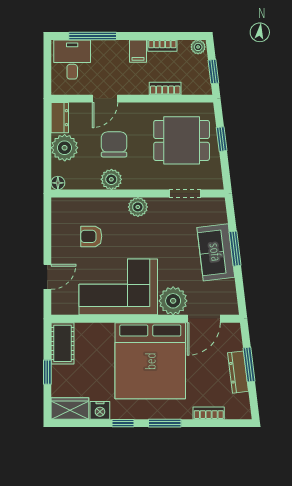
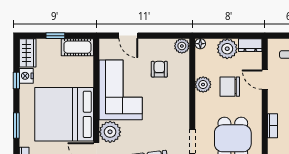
chair: (114, 144) -> (230, 87), turned 180
plant: (138, 207) -> (182, 46), moved
window: (123, 423) -> (16, 80), moved

